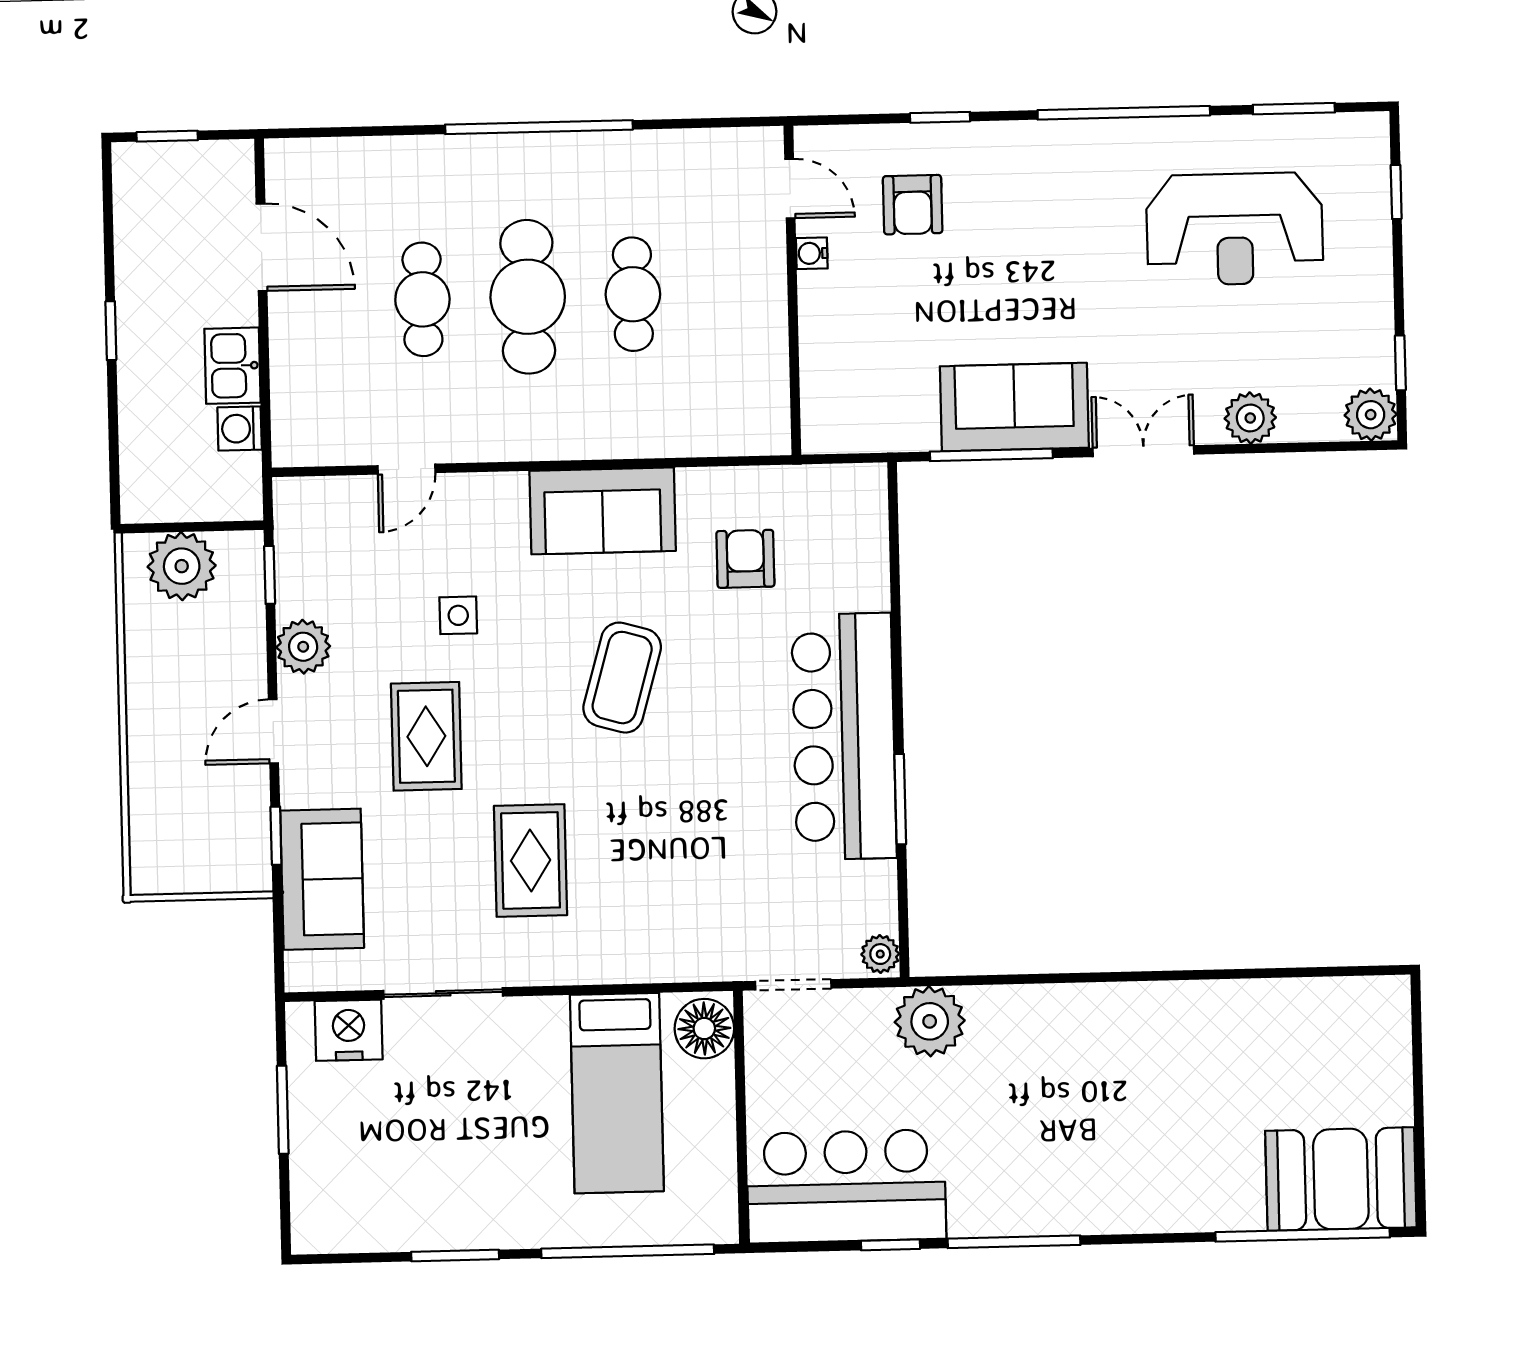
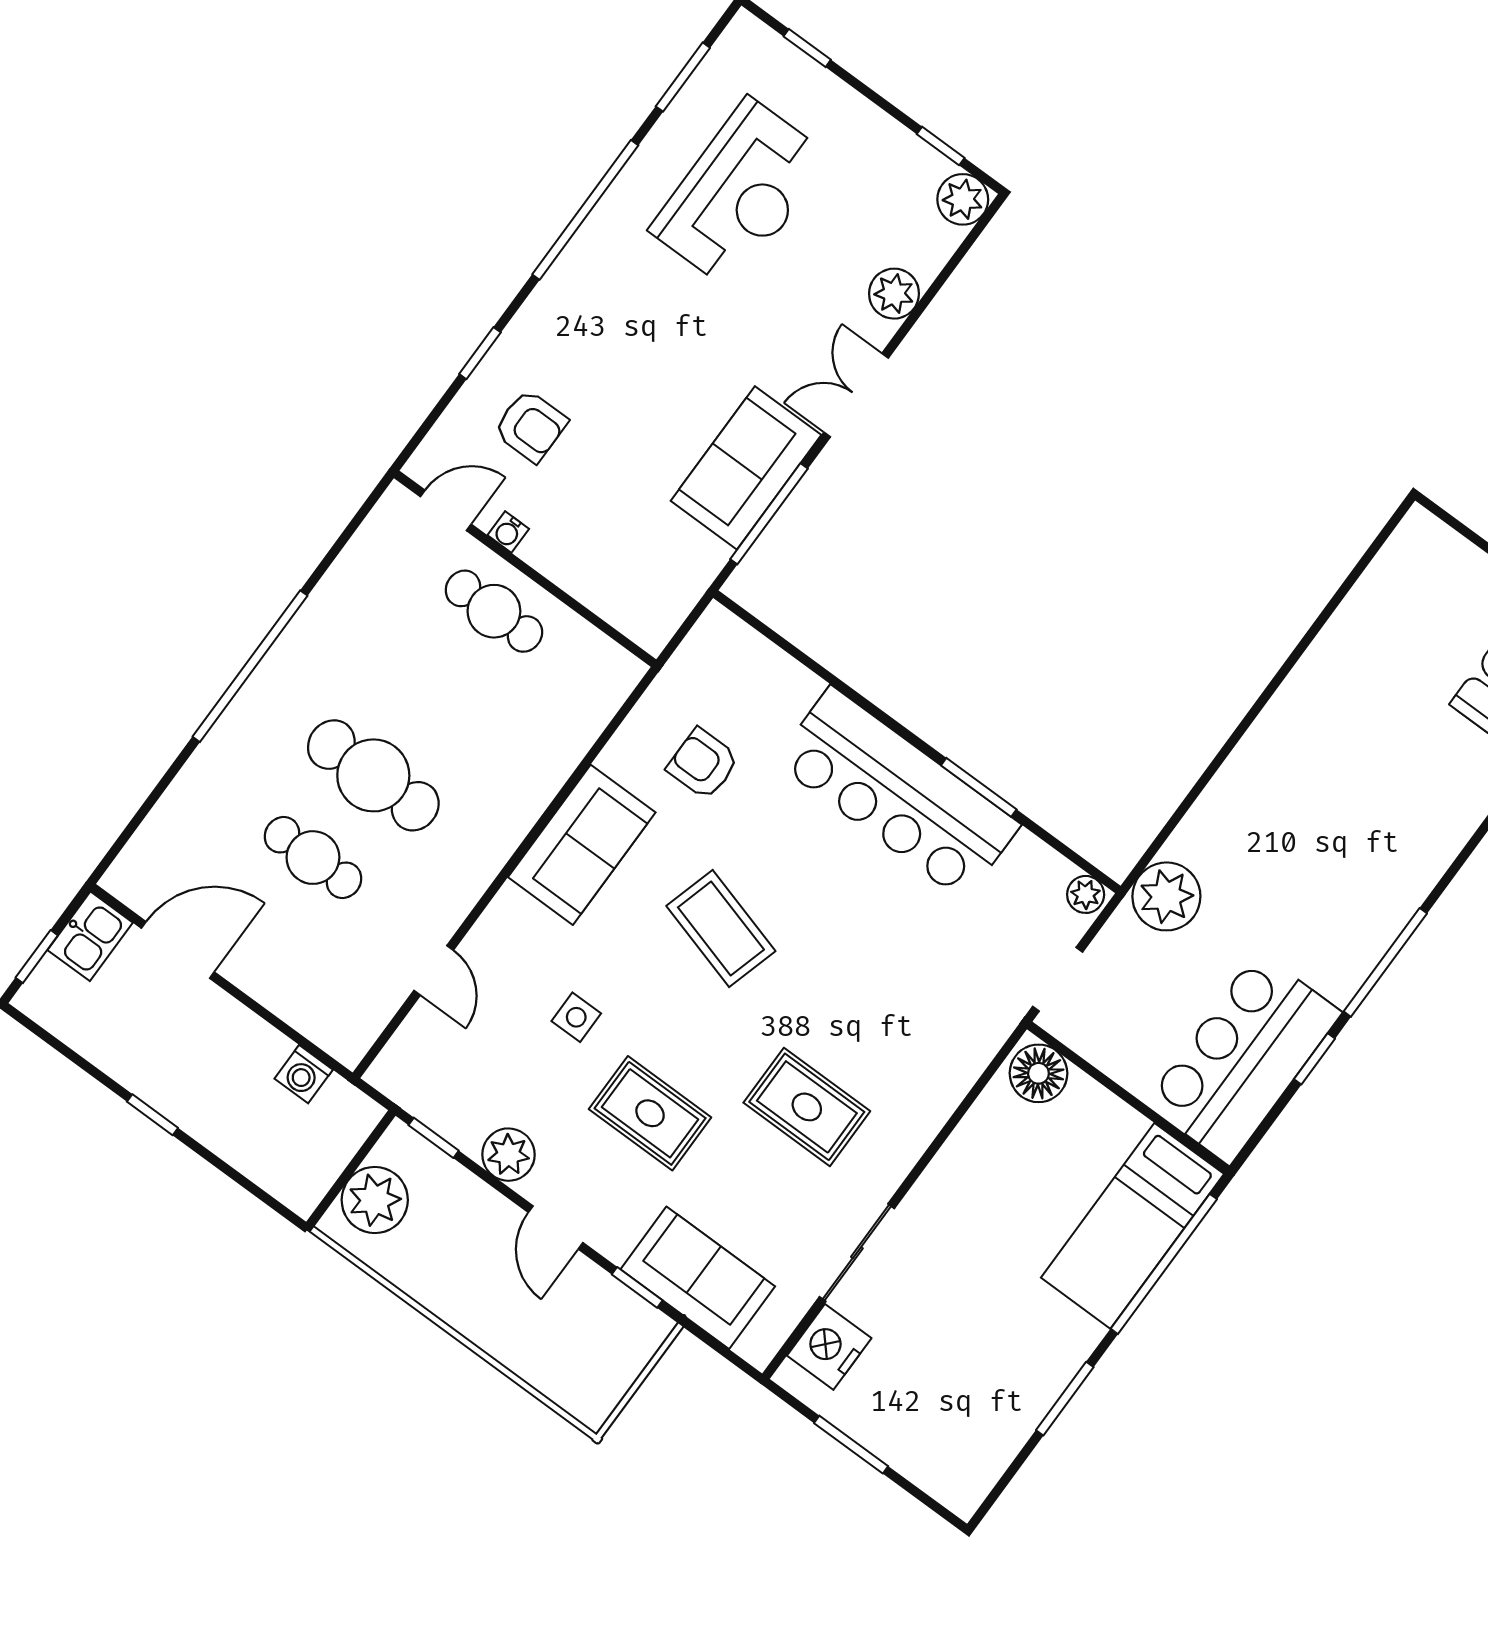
cafe table: (633, 294) -> (494, 611), moved
kitchen sink: (232, 366) -> (90, 936), moved, turned -90
bed: (617, 1093) -> (1132, 1226), moved, turned 90

